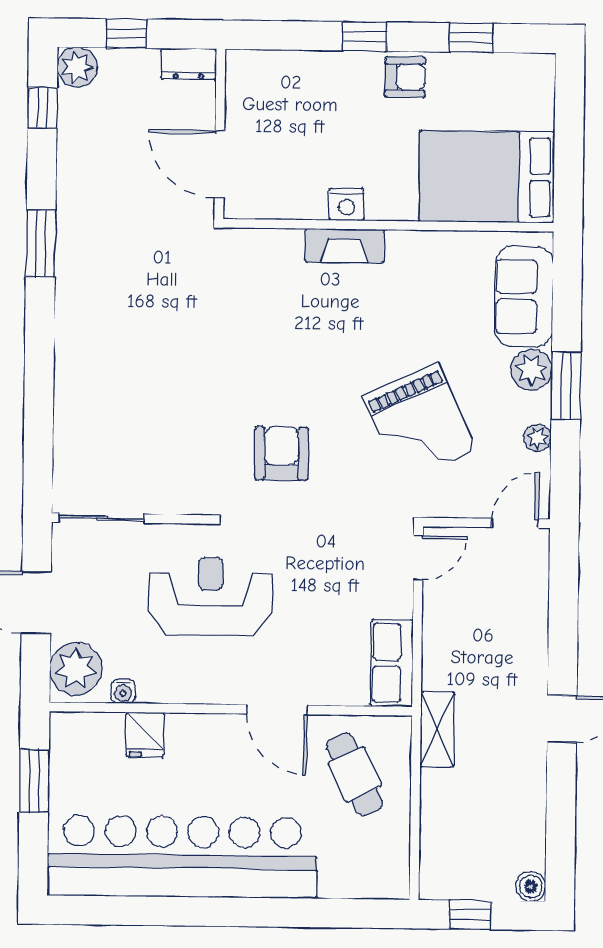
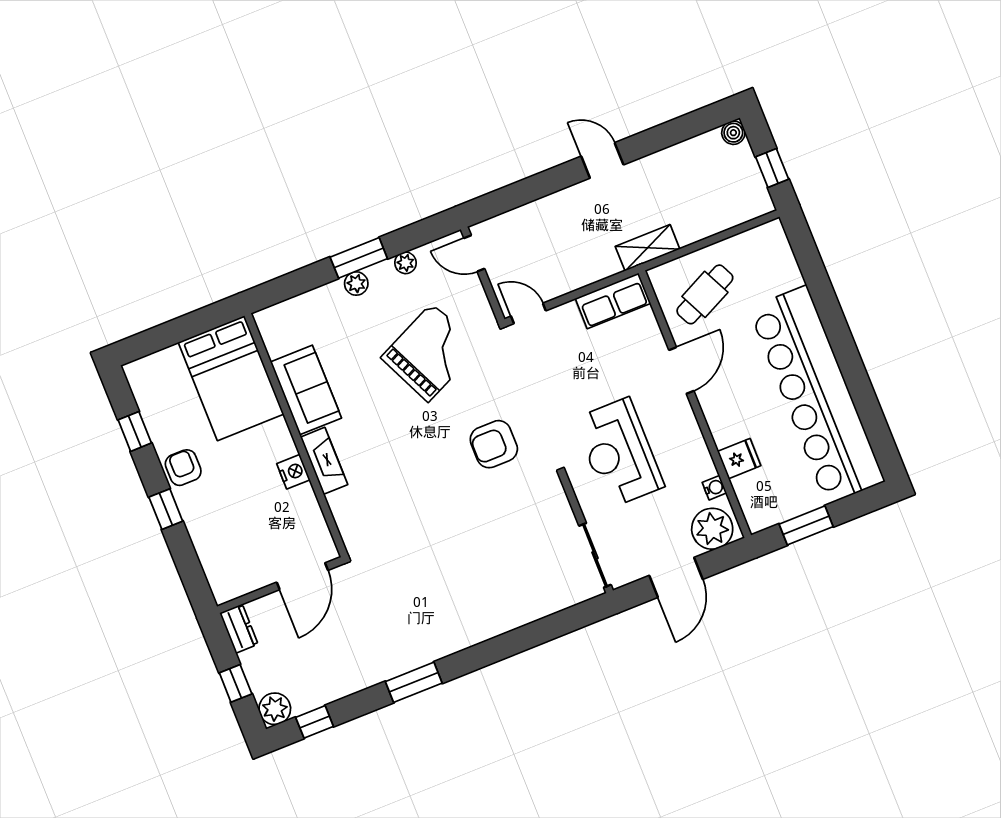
sofa: (524, 297) -> (306, 390), moved, turned -90
plant: (532, 370) -> (356, 284), width x0.73, depth x0.73

